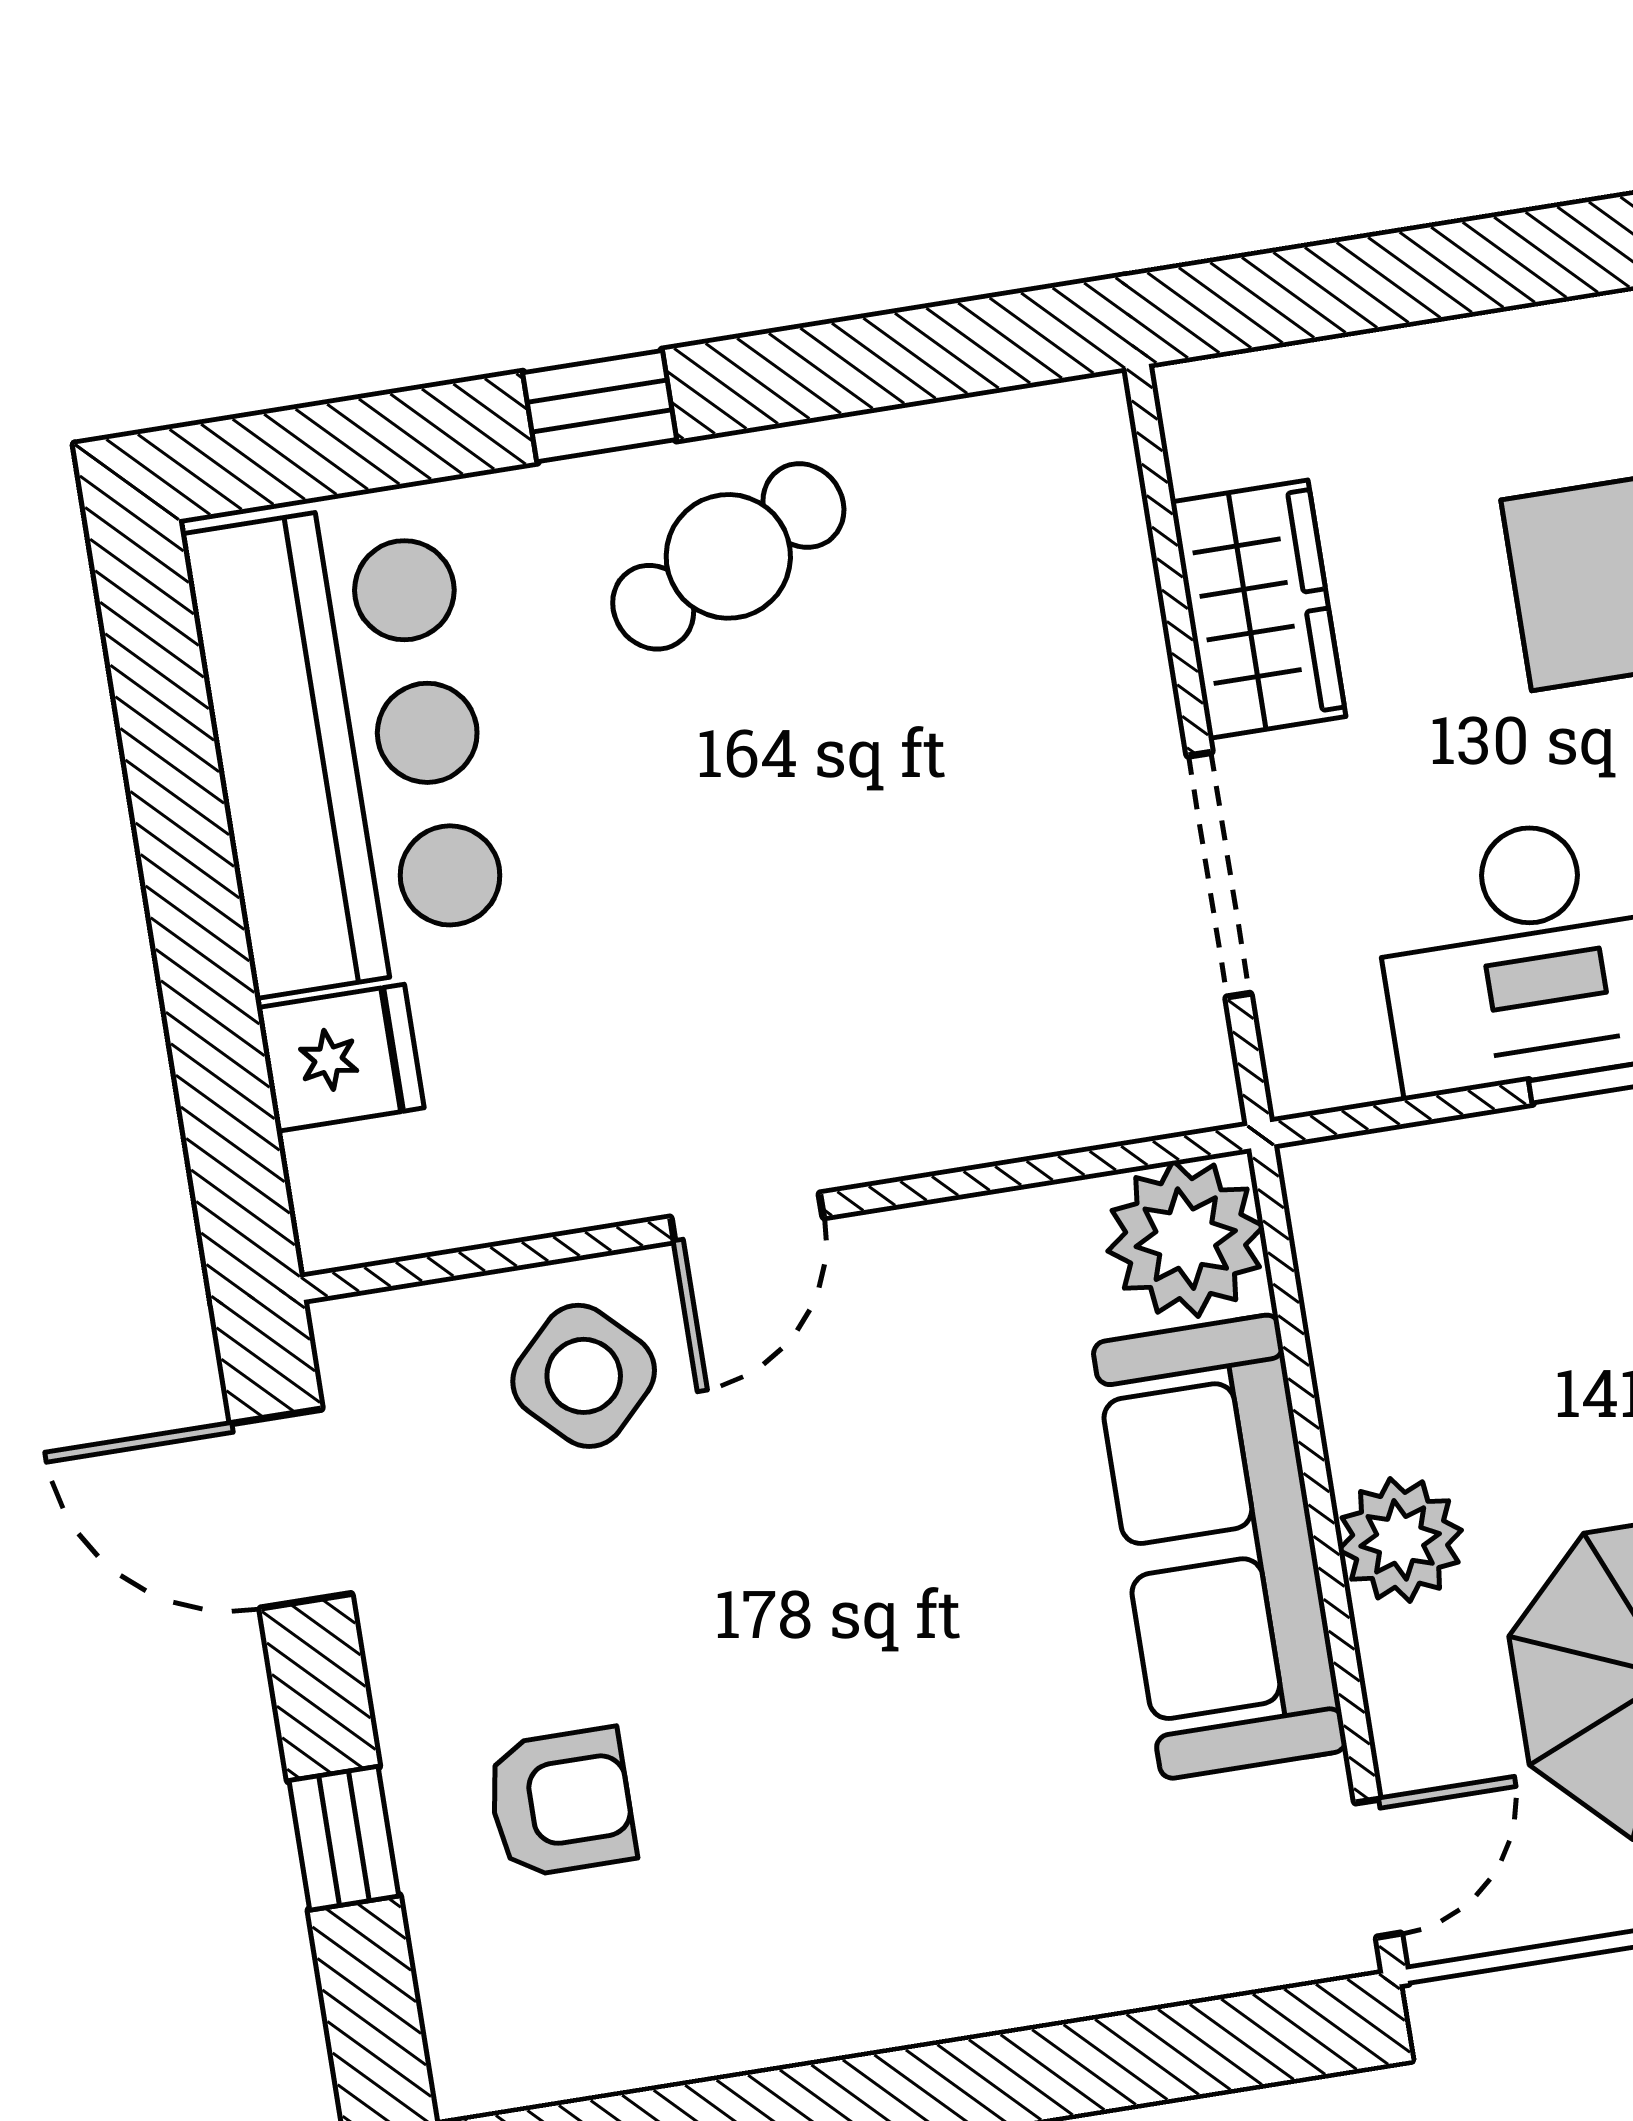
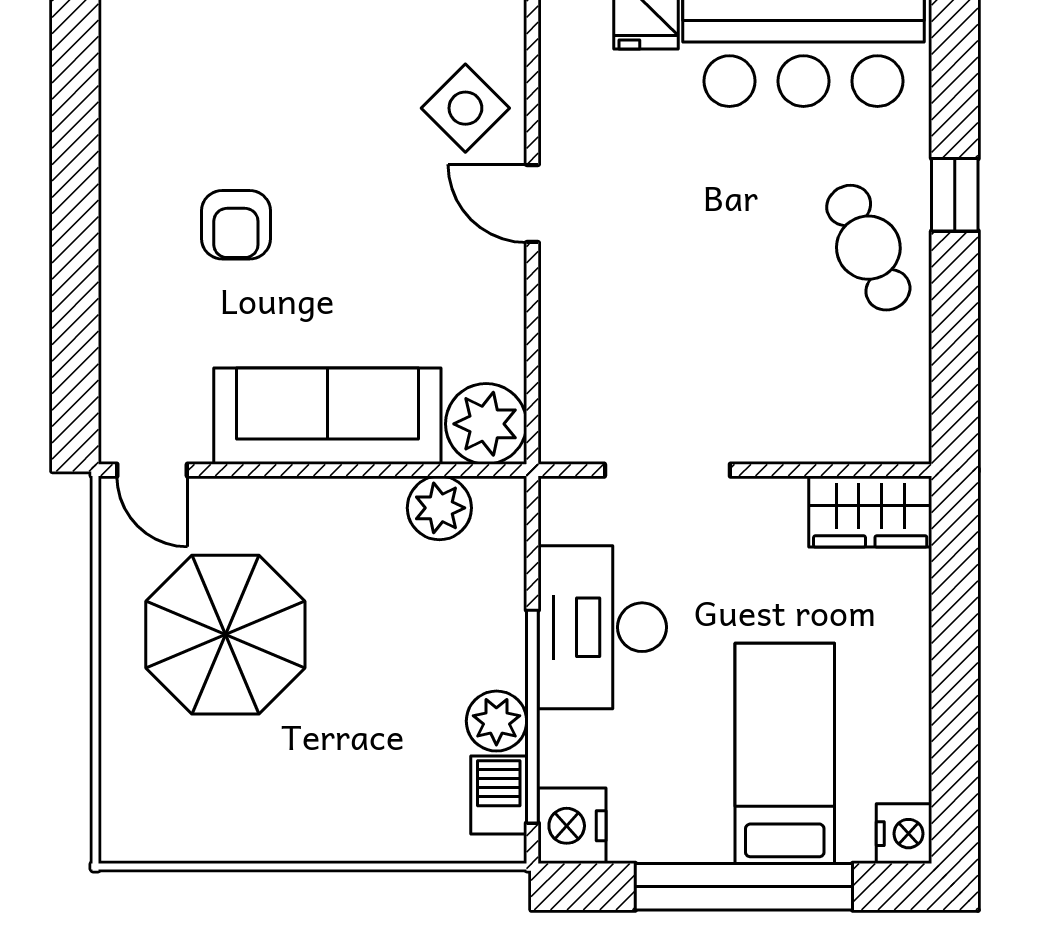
wardrobe: (1258, 609) -> (870, 512), moved
plant: (1400, 1540) -> (439, 508), moved
armchair: (561, 1803) -> (236, 225), moved

